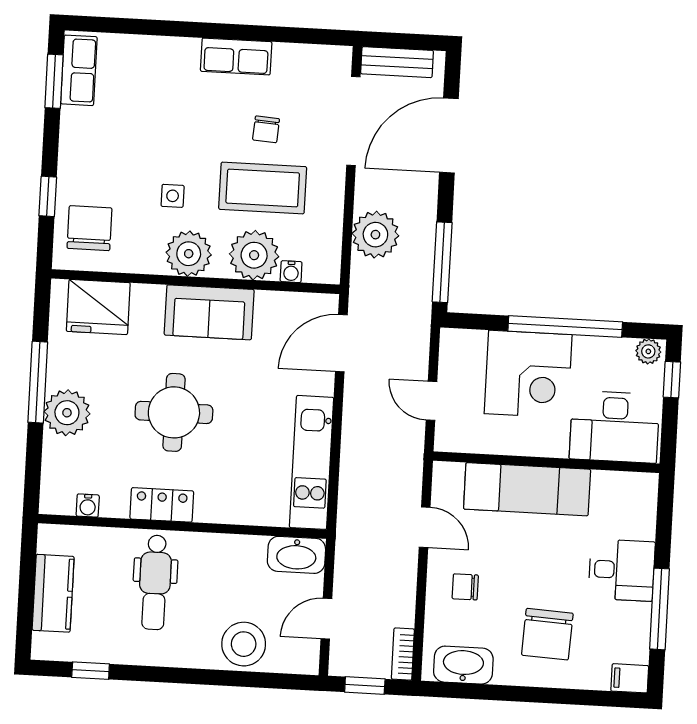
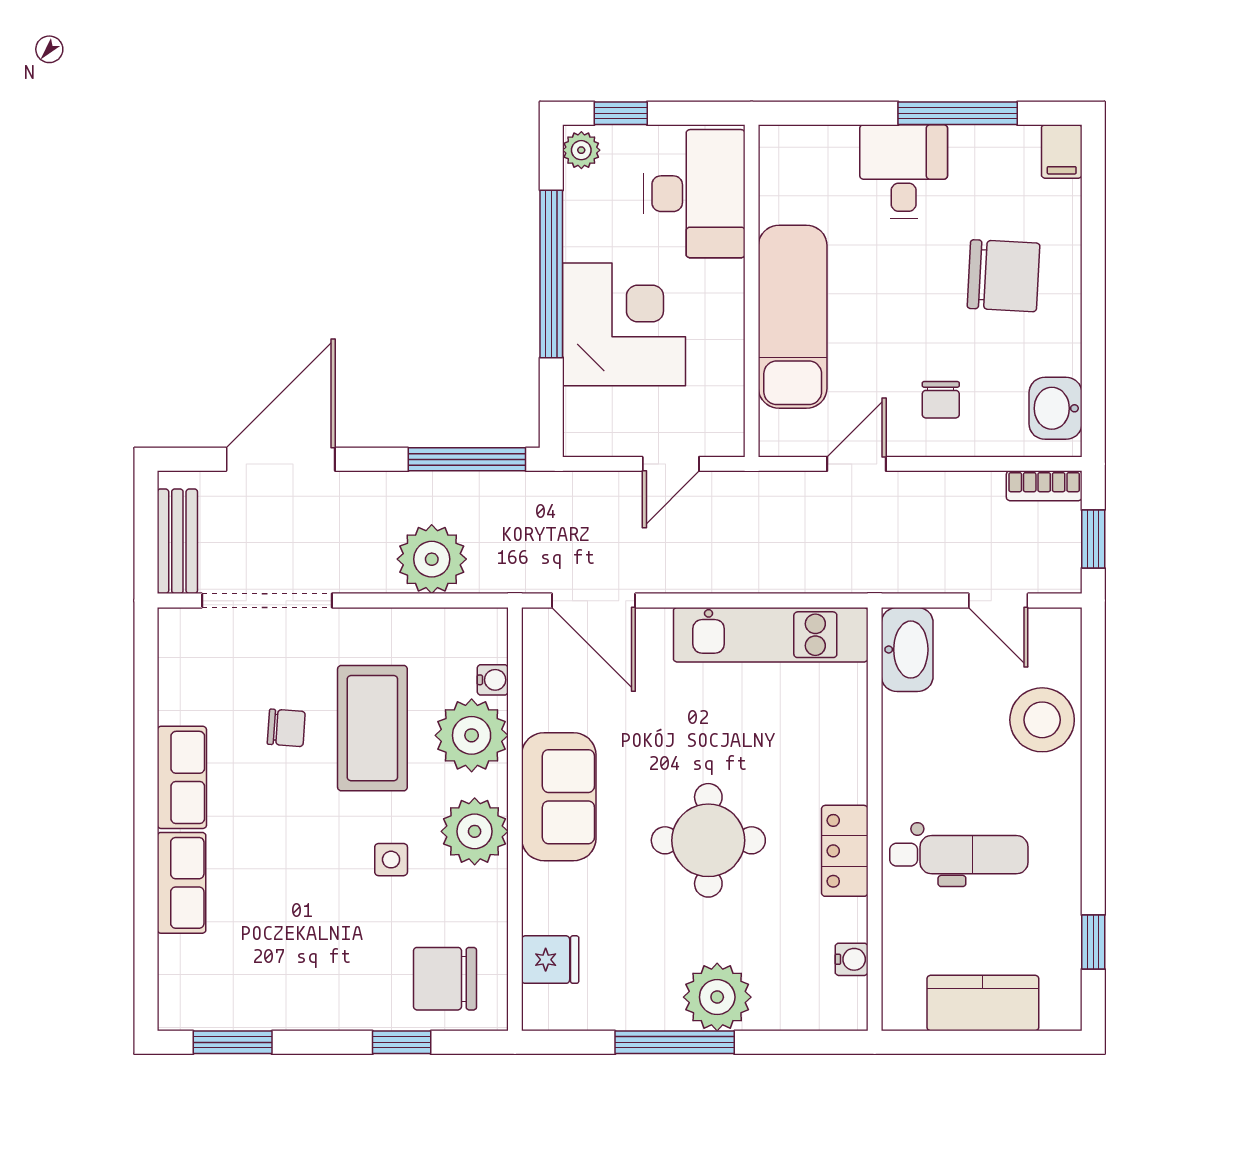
row of seats: (79, 70) -> (182, 883), moved, turned 90
door: (449, 135) -> (281, 459), swing flipped
fridge: (98, 307) -> (550, 960), width x0.53, depth x0.75
washbasin: (463, 665) -> (1055, 408), width x0.72

